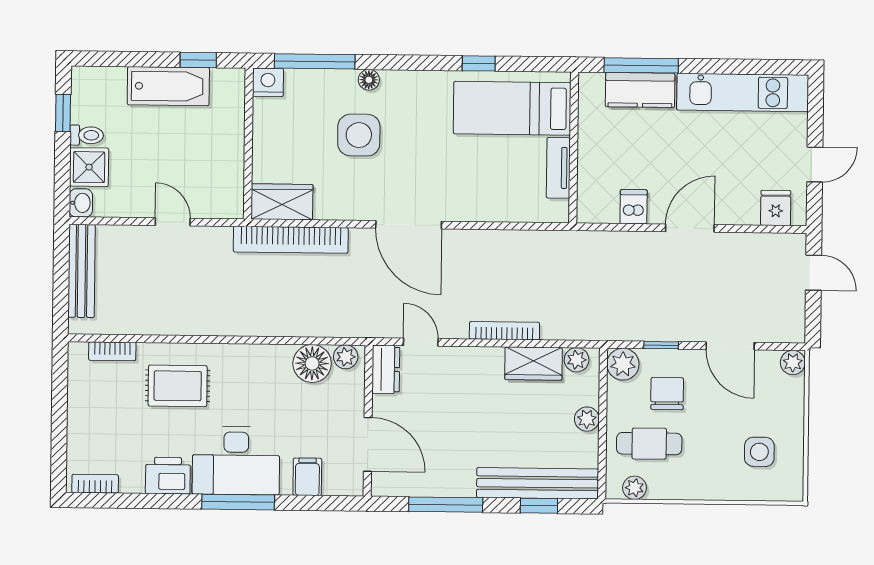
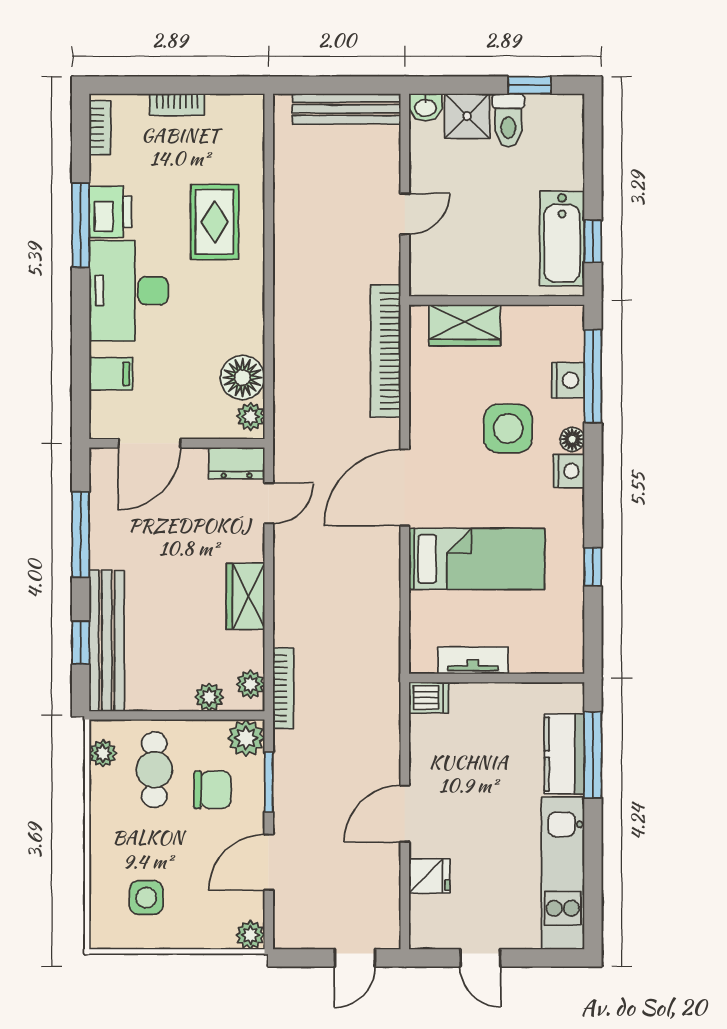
nightstand: (268, 82) -> (568, 380), moved
nightstand: (396, 83) -> (569, 471), added
bathtub: (168, 86) -> (562, 239), moved
bed: (512, 108) -> (477, 559), moved, turned 90
toilet: (87, 135) -> (508, 120), width x1.37, depth x1.39
wardrobe: (282, 202) -> (465, 325), moved, turned 90
dishwasher: (634, 207) -> (429, 698), moved
fridge: (776, 208) -> (429, 876), moved
door: (690, 228) -> (405, 814), swing flipped
bookcase: (504, 331) -> (283, 688), moved
window: (661, 345) -> (269, 782), width x1.50
bookcase: (112, 351) -> (177, 105), moved, turned -90
wardrobe: (533, 364) -> (246, 596), moved
plant: (587, 419) -> (209, 697), moved
window: (238, 502) -> (81, 225), moved

